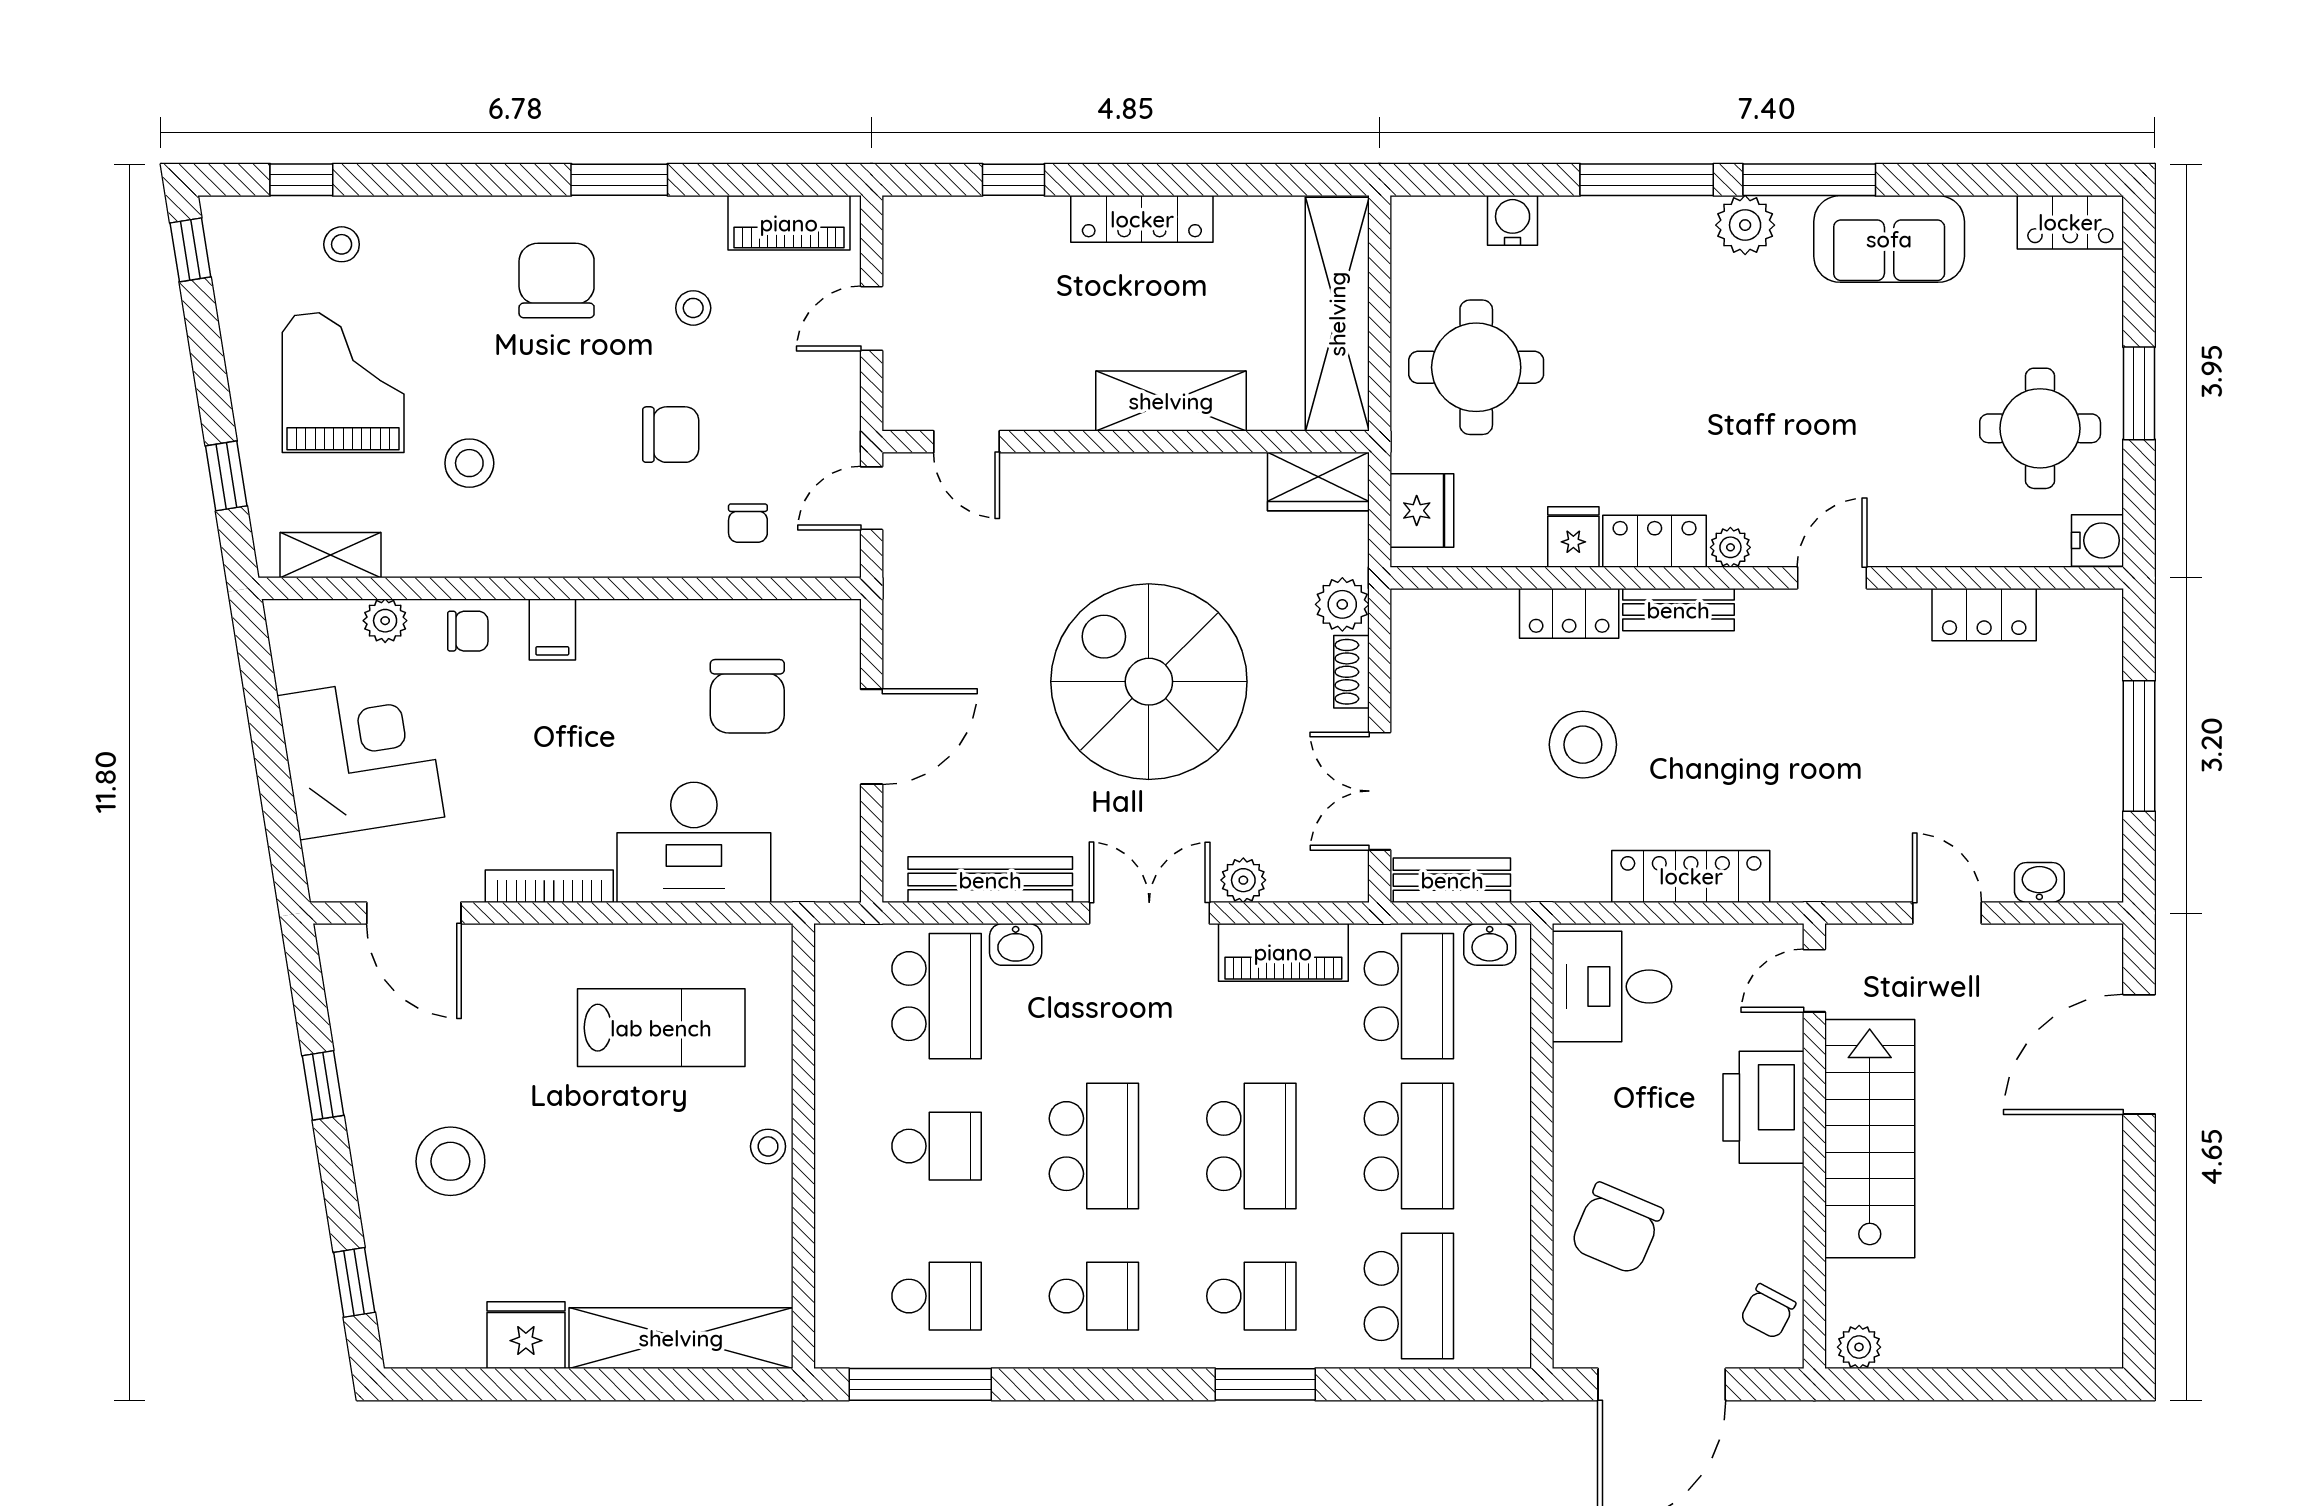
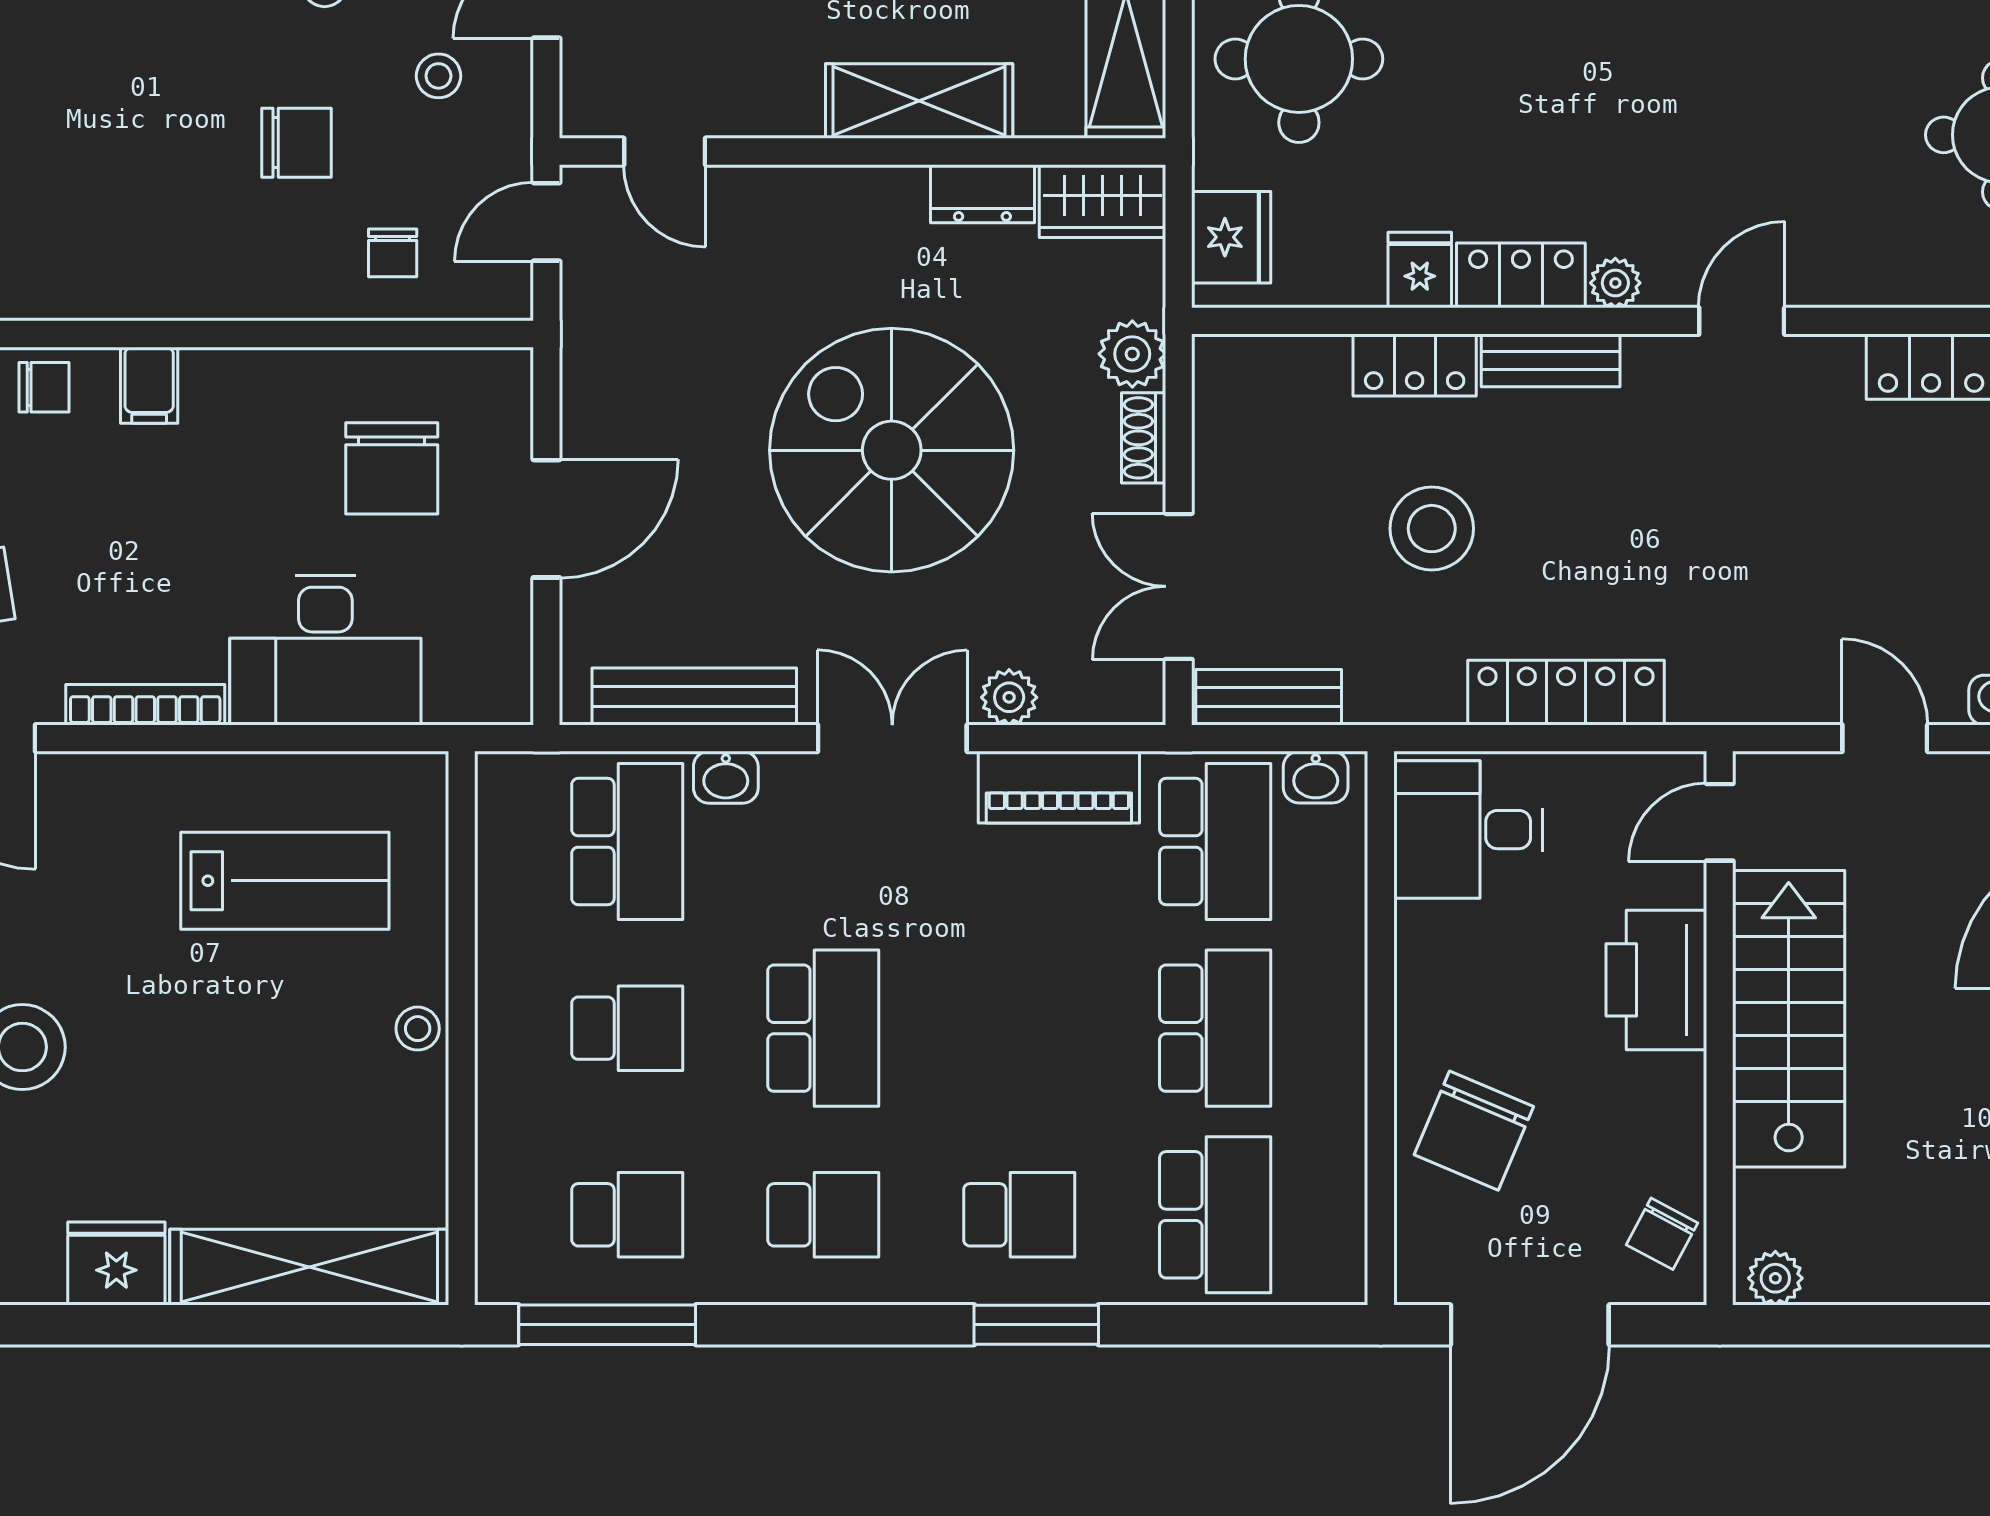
stool: (469, 463) -> (438, 76), moved, width x0.73, depth x0.73
dresser: (1222, 476) -> (982, 194), added
school desk: (1251, 1146) -> (1019, 1028), removed

